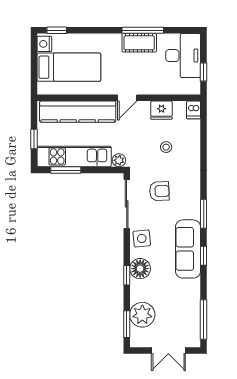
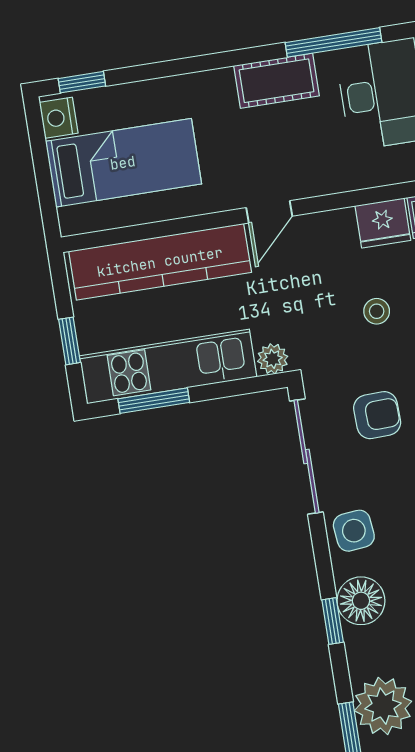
window: (143, 30) -> (333, 42), moved
fridge: (161, 110) -> (383, 223), moved

